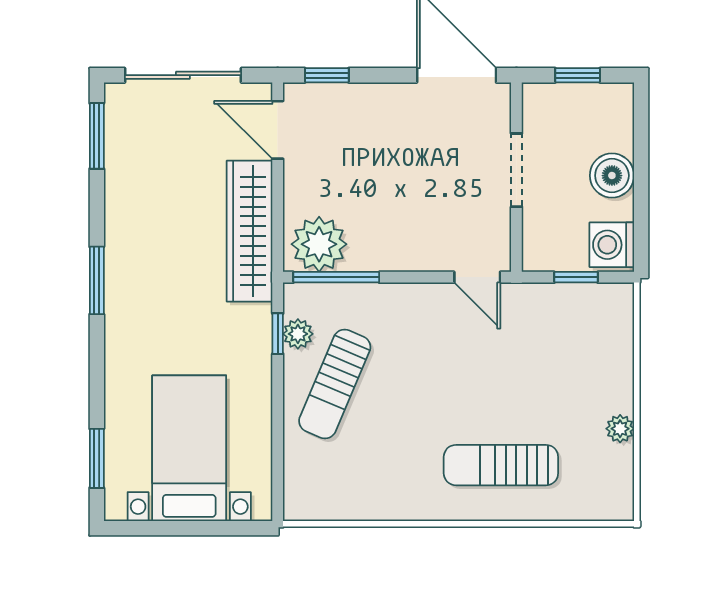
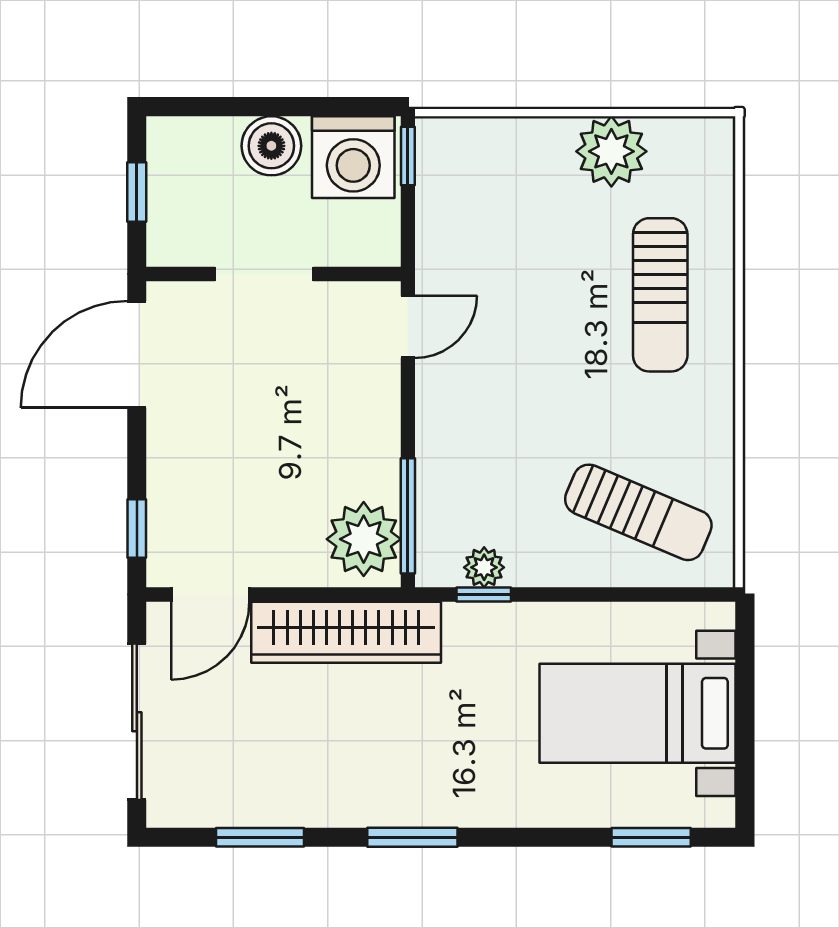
window: (97, 136) -> (260, 837), moved
washing machine: (612, 245) -> (353, 157), width x1.37, depth x1.37
window: (576, 277) -> (408, 156), moved
sun lounger: (335, 384) -> (638, 512), moved
plant: (620, 429) -> (611, 151), width x1.88, depth x1.88

